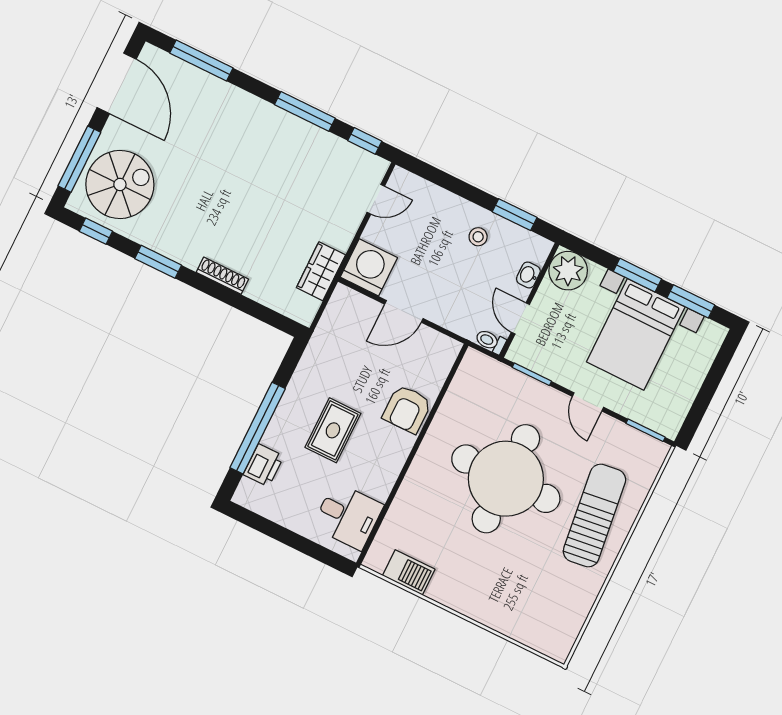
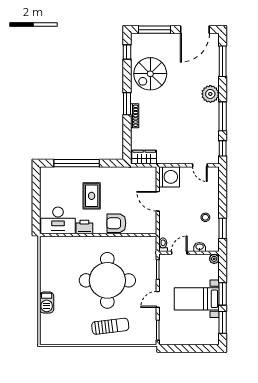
plant: (251, 114) -> (210, 94), added
spiral stairs: (120, 184) -> (150, 74), moved, turned 90
window: (158, 262) -> (127, 104), moved
wardrobe: (321, 271) -> (144, 157), moved
plant: (568, 271) -> (214, 259), width x0.53, depth x0.53
bed with nightstands: (636, 334) -> (197, 299), width x0.73
rug: (333, 430) -> (92, 196), turned 90
printer: (264, 465) -> (84, 227), moved, turned 180
desk: (348, 516) -> (58, 220), width x1.37
sun lounger: (594, 516) -> (110, 326), width x0.73, depth x0.75
barbecue: (409, 572) -> (47, 303), moved

